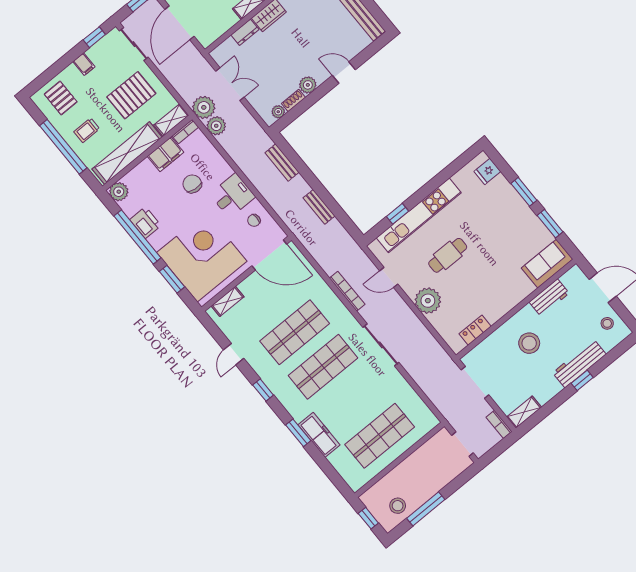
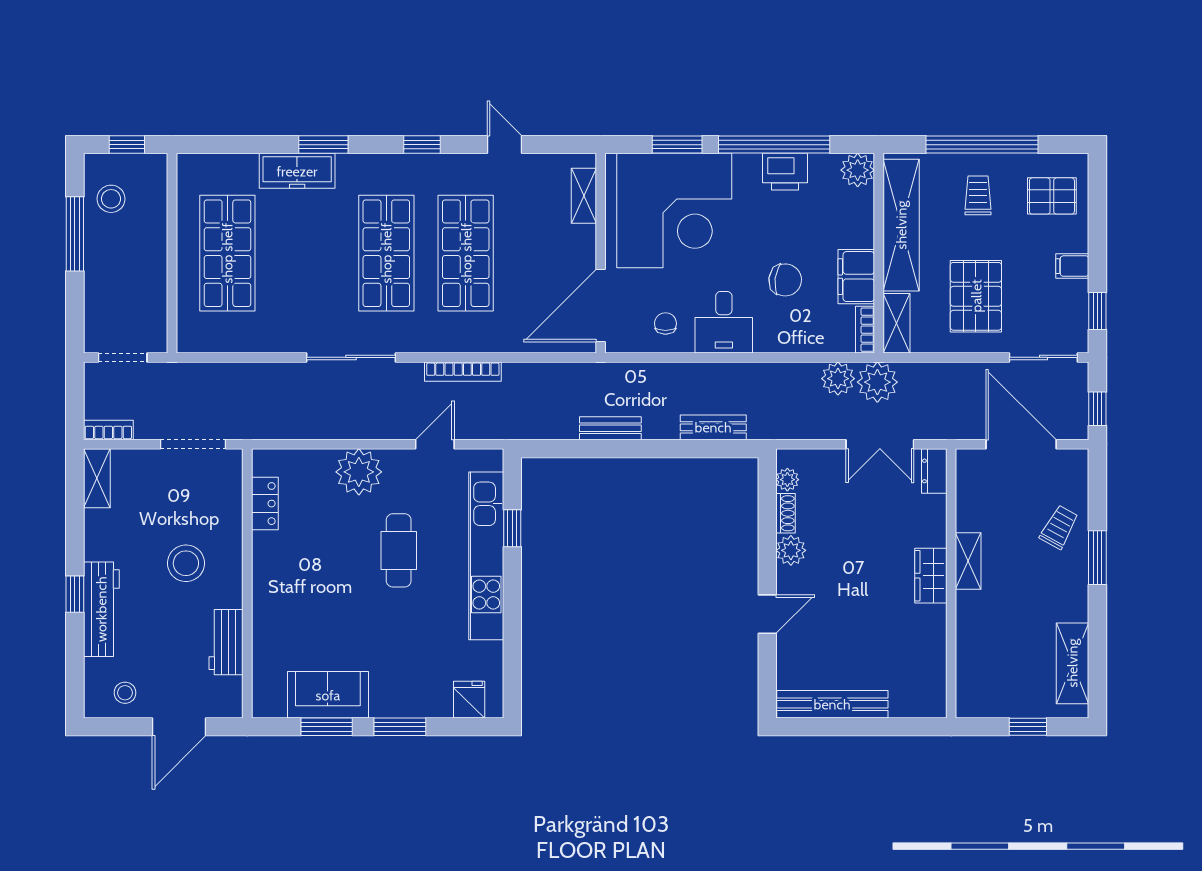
dresser: (245, 32) -> (934, 471), moved
sofa: (547, 264) -> (328, 695), moved, turned -90

